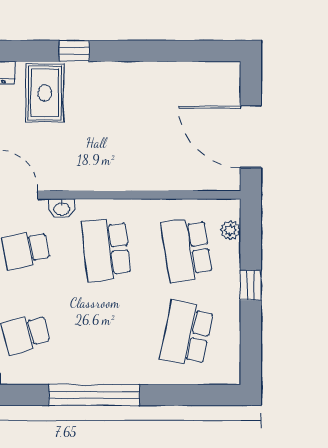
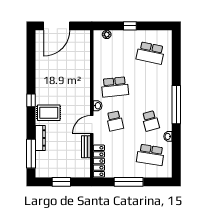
door: (251, 137) -> (57, 26), moved
school desk: (187, 250) -> (115, 53), removed
window: (94, 395) -> (176, 105), moved

